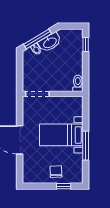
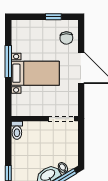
chair: (56, 172) -> (66, 38), moved
window: (64, 186) -> (53, 17), moved

